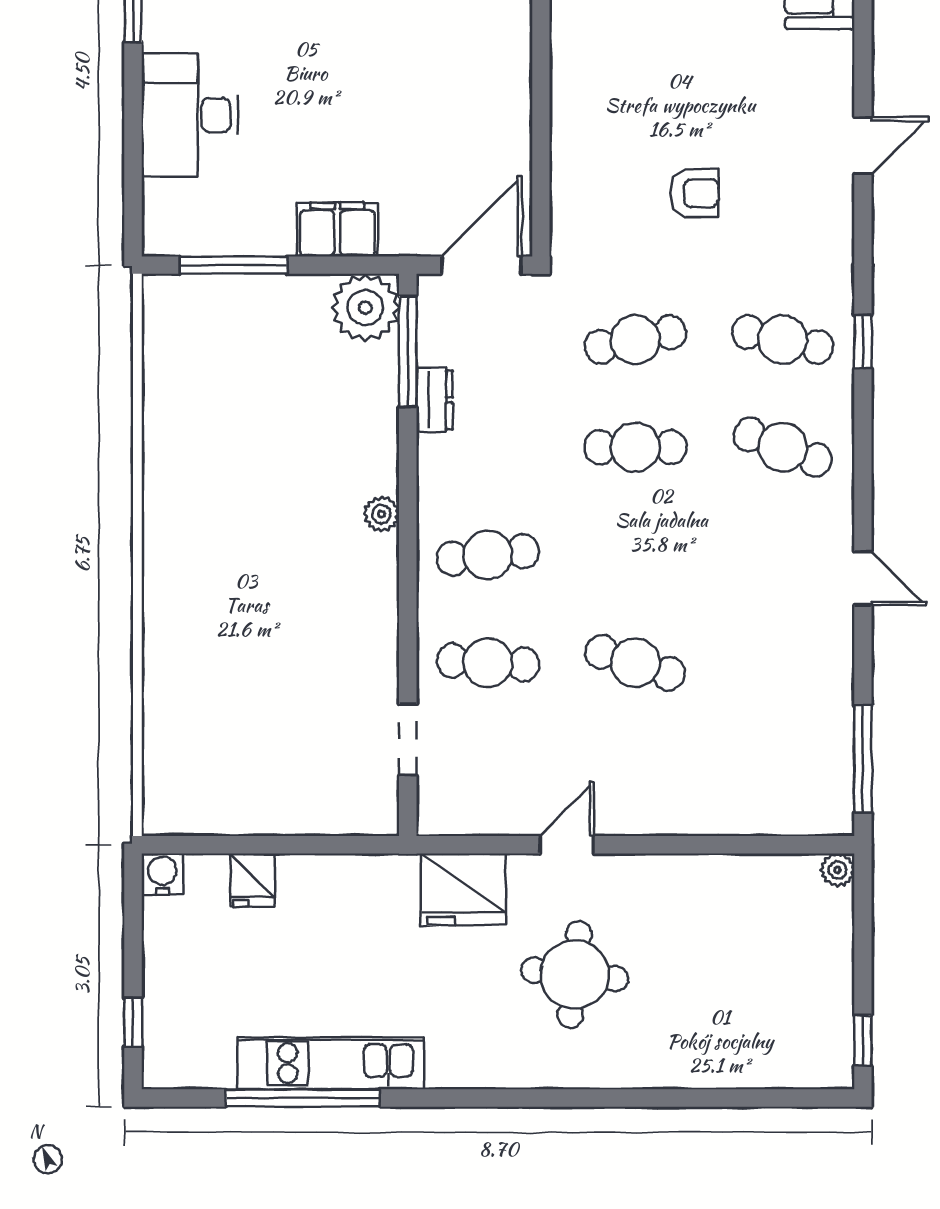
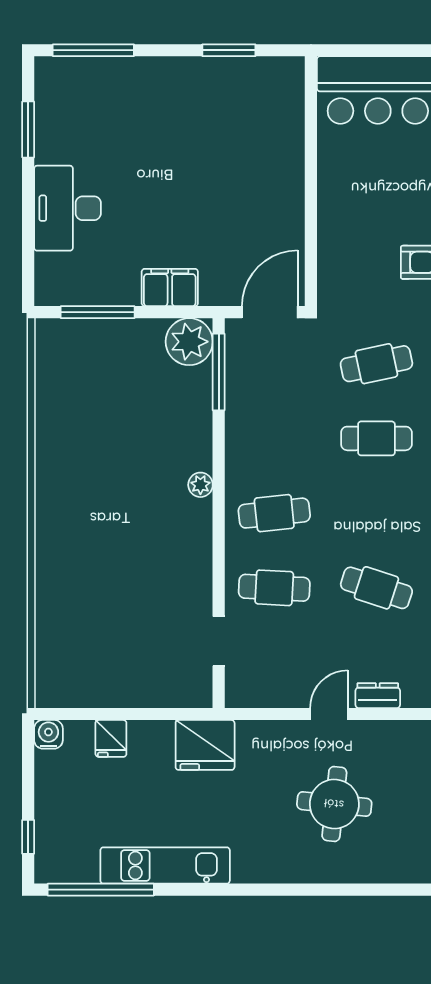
dresser: (434, 400) -> (378, 696), moved, turned -90
fridge: (463, 889) -> (205, 745), moved
window: (303, 1098) -> (101, 890), moved

